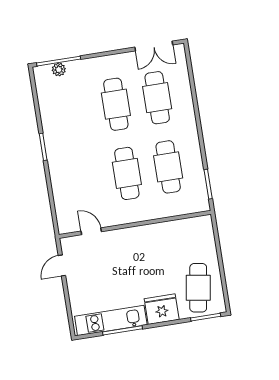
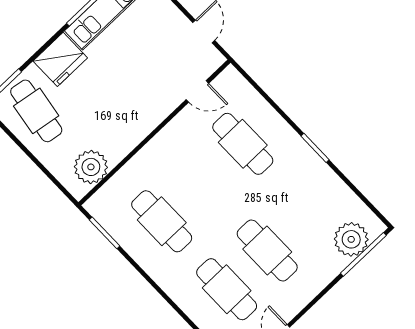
plant: (59, 70) -> (351, 239), width x1.87, depth x1.87
cafe table: (127, 173) -> (243, 144), moved
plant: (189, 230) -> (91, 167), added

